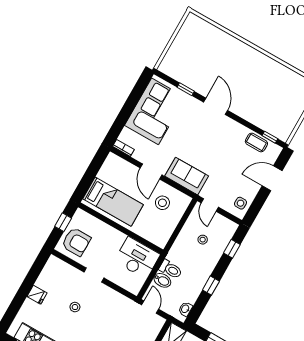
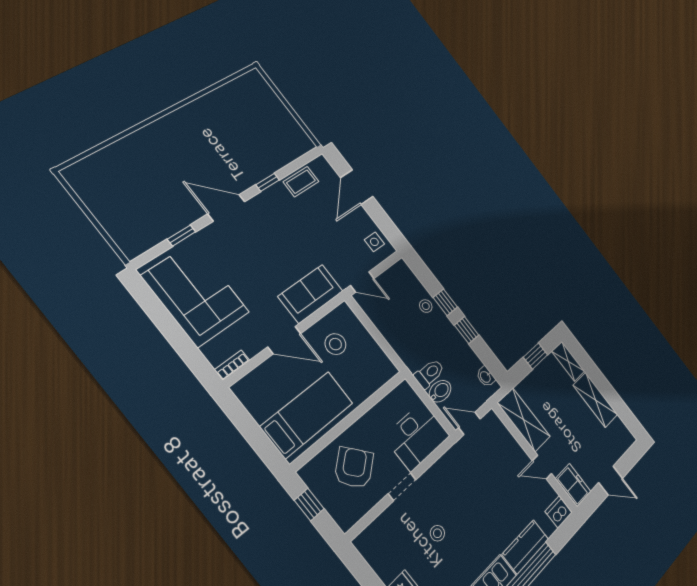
window: (270, 137) -> (268, 182), moved
stool: (203, 240) -> (426, 306), moved
armchair: (76, 242) -> (354, 468), moved, turned -40
window: (232, 249) -> (445, 302), moved
desk: (137, 258) -> (417, 436), moved, turned 180

